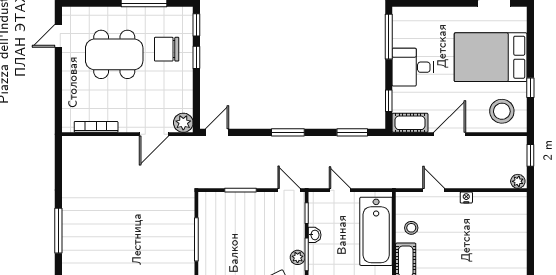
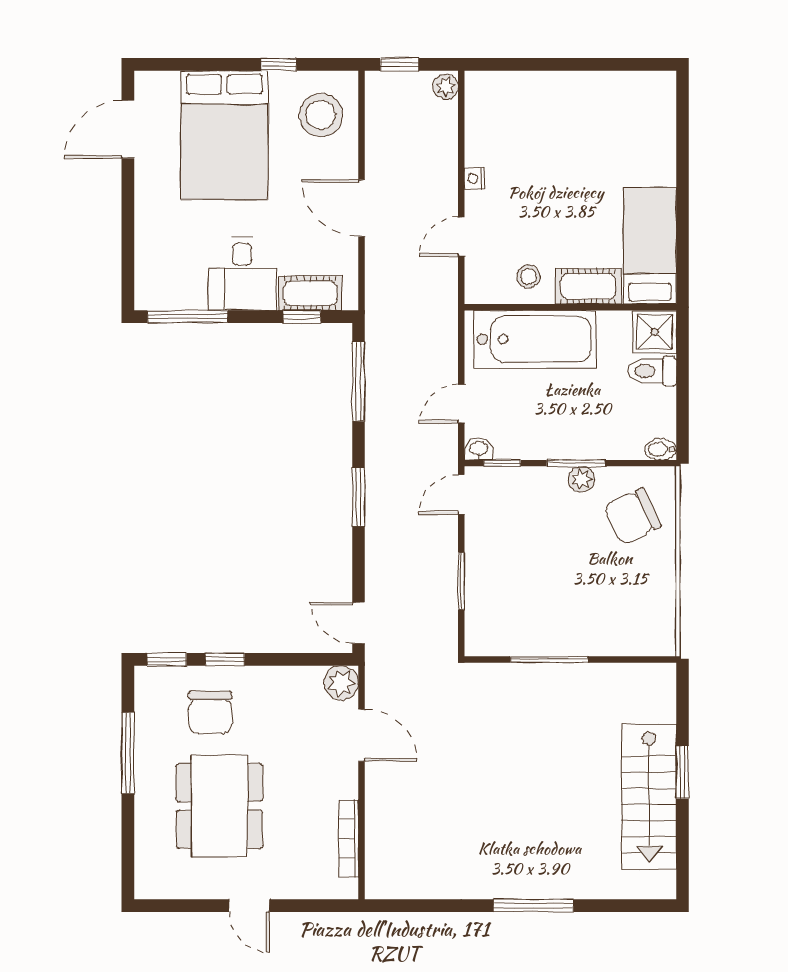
door: (58, 36) -> (249, 906), moved
cot: (410, 123) -> (310, 293), moved, turned 90
window: (352, 132) -> (358, 382), width x1.44
washbasin: (315, 235) -> (479, 449), moved

